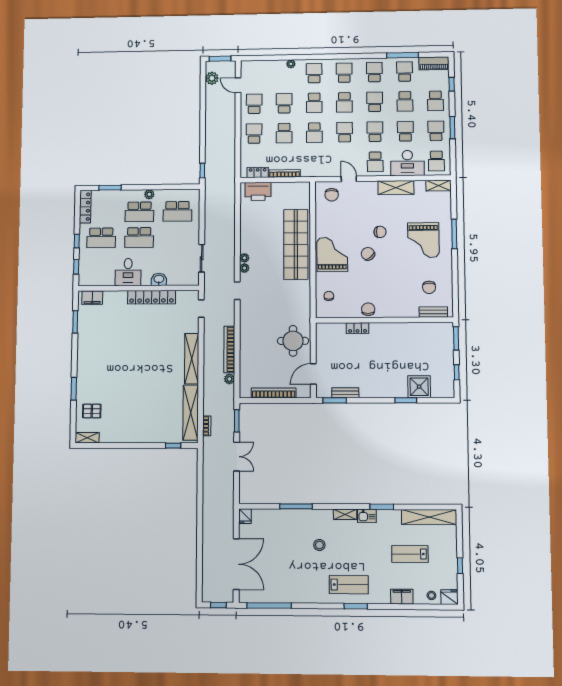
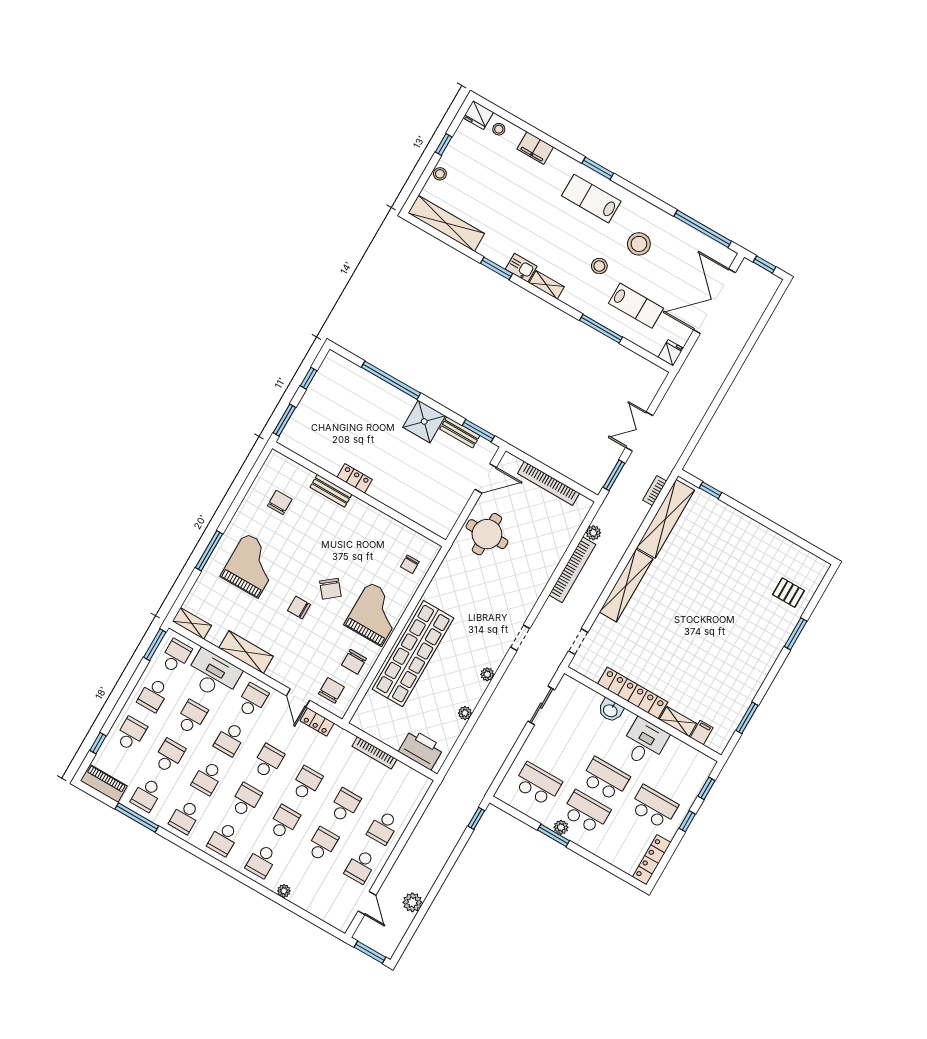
plant: (212, 78) -> (412, 902), moved
school desk: (284, 103) -> (322, 844), turned 180
window: (452, 128) -> (155, 645), moved
school desk: (405, 131) -> (192, 717), turned 180
school desk: (345, 132) -> (268, 761), turned 180
locker: (258, 172) -> (317, 722), moved
window: (110, 188) -> (553, 835), moved
grand piano: (332, 255) -> (375, 614), turned 180
plant: (244, 268) -> (465, 713), moved
filing cabinet: (92, 298) -> (702, 733), width x0.50
chair: (368, 309) -> (354, 662), moved
bench: (433, 312) -> (331, 491), moved
locker: (358, 328) -> (355, 478), moved
shower: (419, 387) -> (424, 422), moved
window: (406, 400) -> (391, 380), width x2.11
shelving: (87, 438) -> (678, 722), moved
stool: (451, 546) -> (440, 174), added
lab bench: (410, 554) -> (636, 306), moved
stool: (303, 573) -> (639, 244), added

